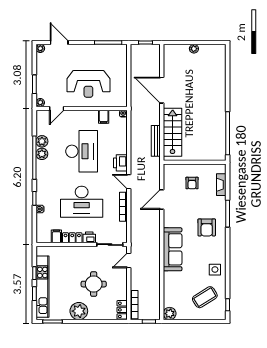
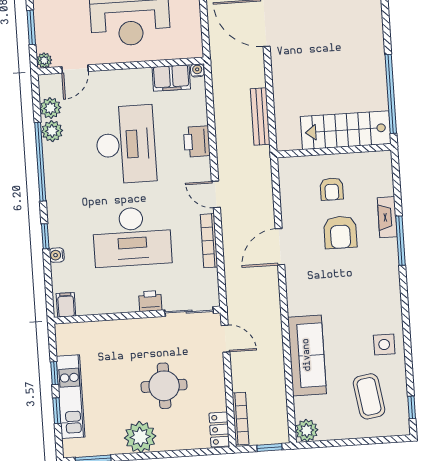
filing cabinet: (104, 117) -> (171, 78), width x2.00
stairs: (173, 132) -> (346, 130), moved, turned -90
plant: (42, 154) -> (50, 108), moved
printer: (120, 163) -> (197, 142), moved
fireplace: (221, 185) -> (387, 217), moved
door: (162, 199) -> (280, 247), moved
armchair: (207, 227) -> (340, 232), moved
filing cabinet: (56, 236) -> (66, 305), moved
locker: (72, 238) -> (119, 304), removed
sofa: (173, 249) -> (307, 355), moved
door: (129, 261) -> (225, 339), swing flipped
kitchen unit: (42, 287) -> (71, 397), width x0.73
coffee table: (205, 297) -> (369, 396), turned -67

